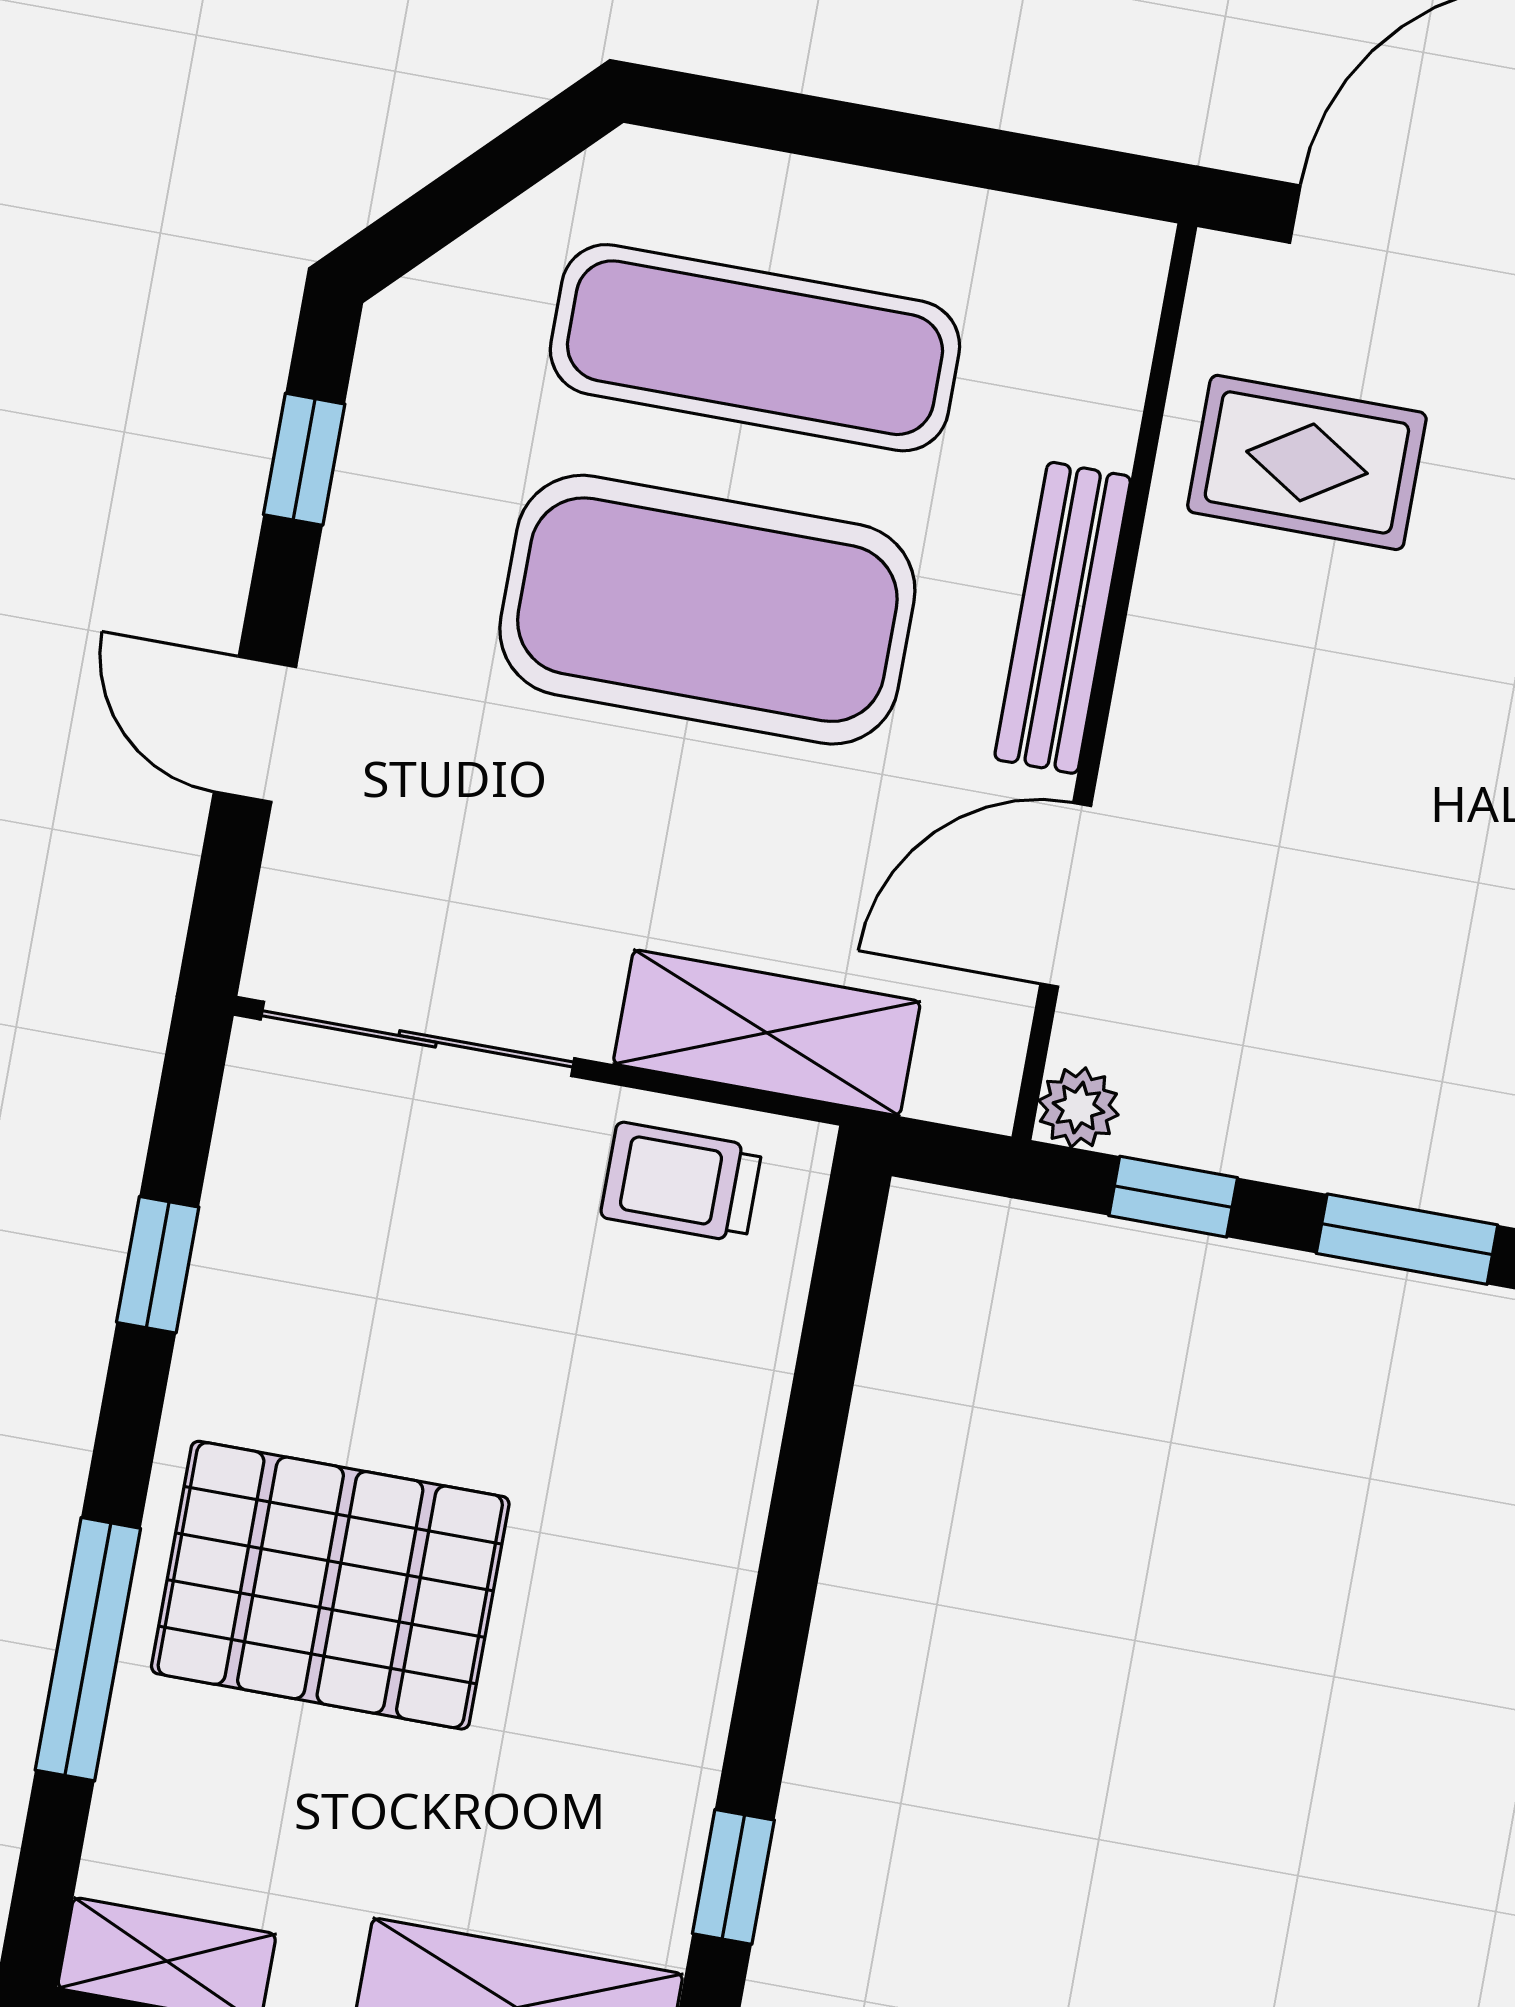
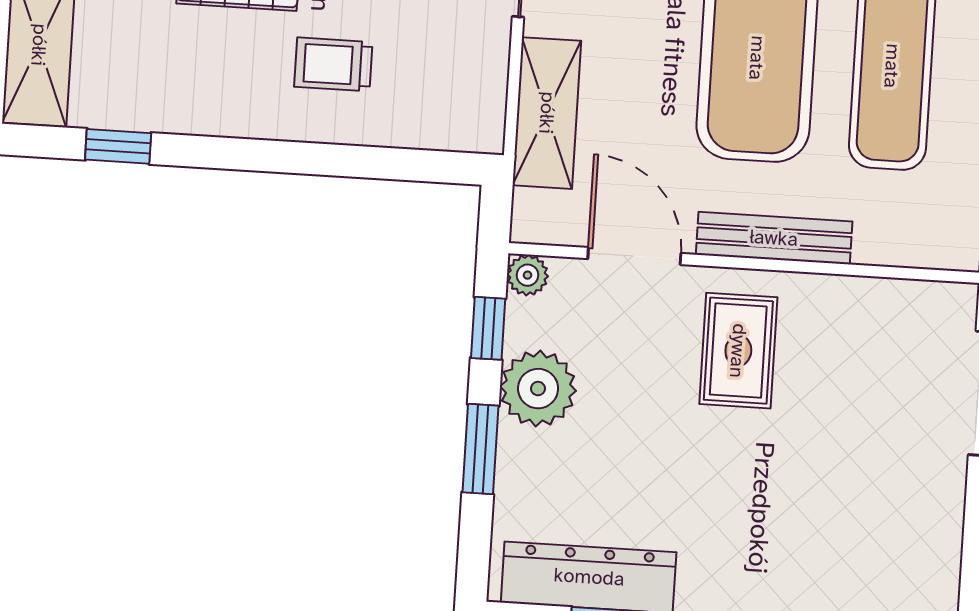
rug: (1307, 462) -> (738, 351), moved
plant: (1302, 1113) -> (538, 389), added
trolley: (681, 1182) -> (333, 64), moved, turned -90

